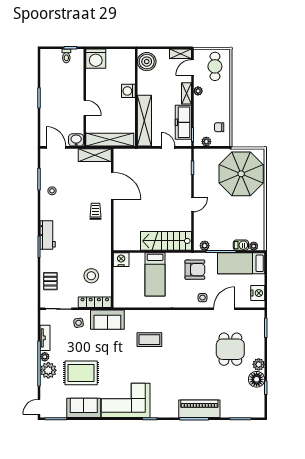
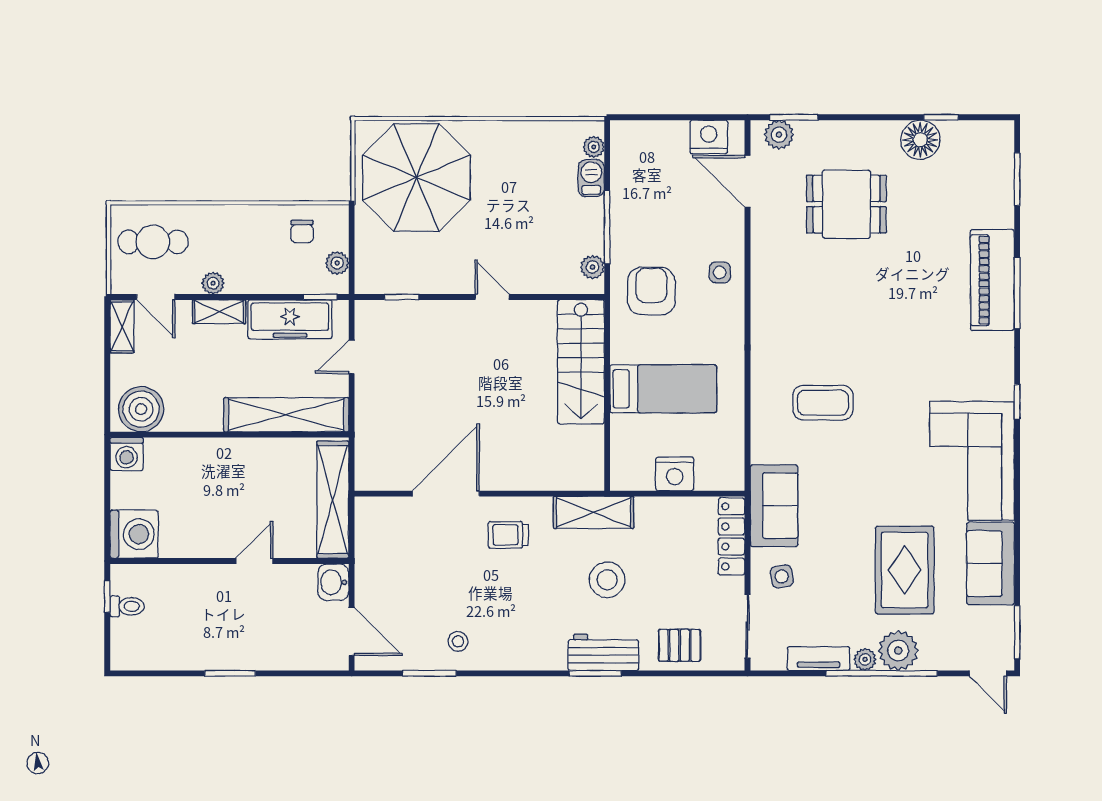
washing machine: (128, 91) -> (127, 454), moved
door: (56, 147) -> (352, 632), swing flipped
shelving: (95, 155) -> (594, 512), moved, turned 90
workbench: (48, 235) -> (603, 652), moved
nightstand: (121, 260) -> (675, 474), moved, turned -90
bed: (241, 263) -> (636, 178), removed
stool: (91, 276) -> (607, 580), moved
door: (224, 309) -> (748, 181), moved
coffee table: (149, 340) -> (823, 403), turned 90
plant: (259, 364) -> (779, 135), moved

